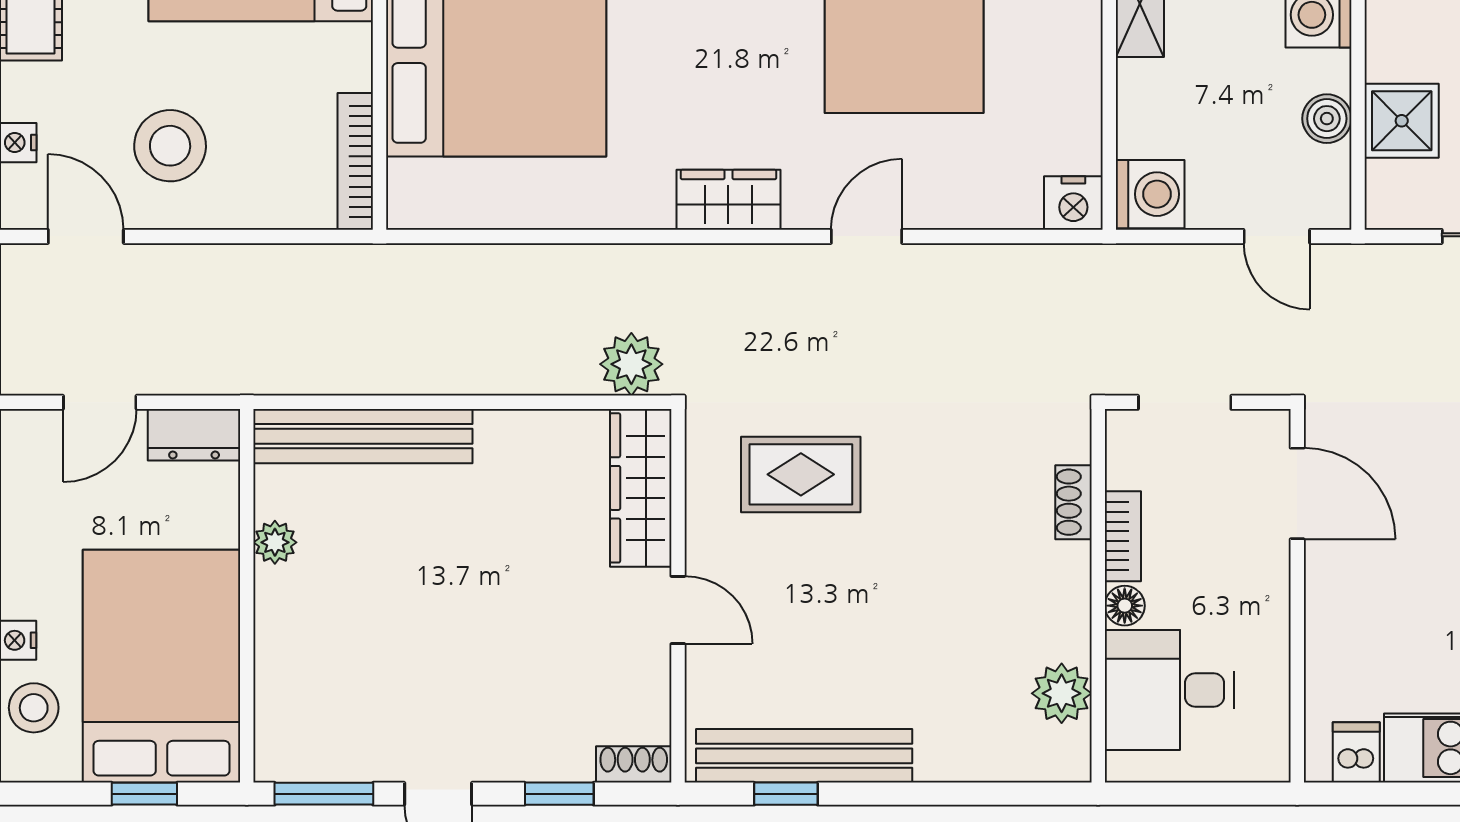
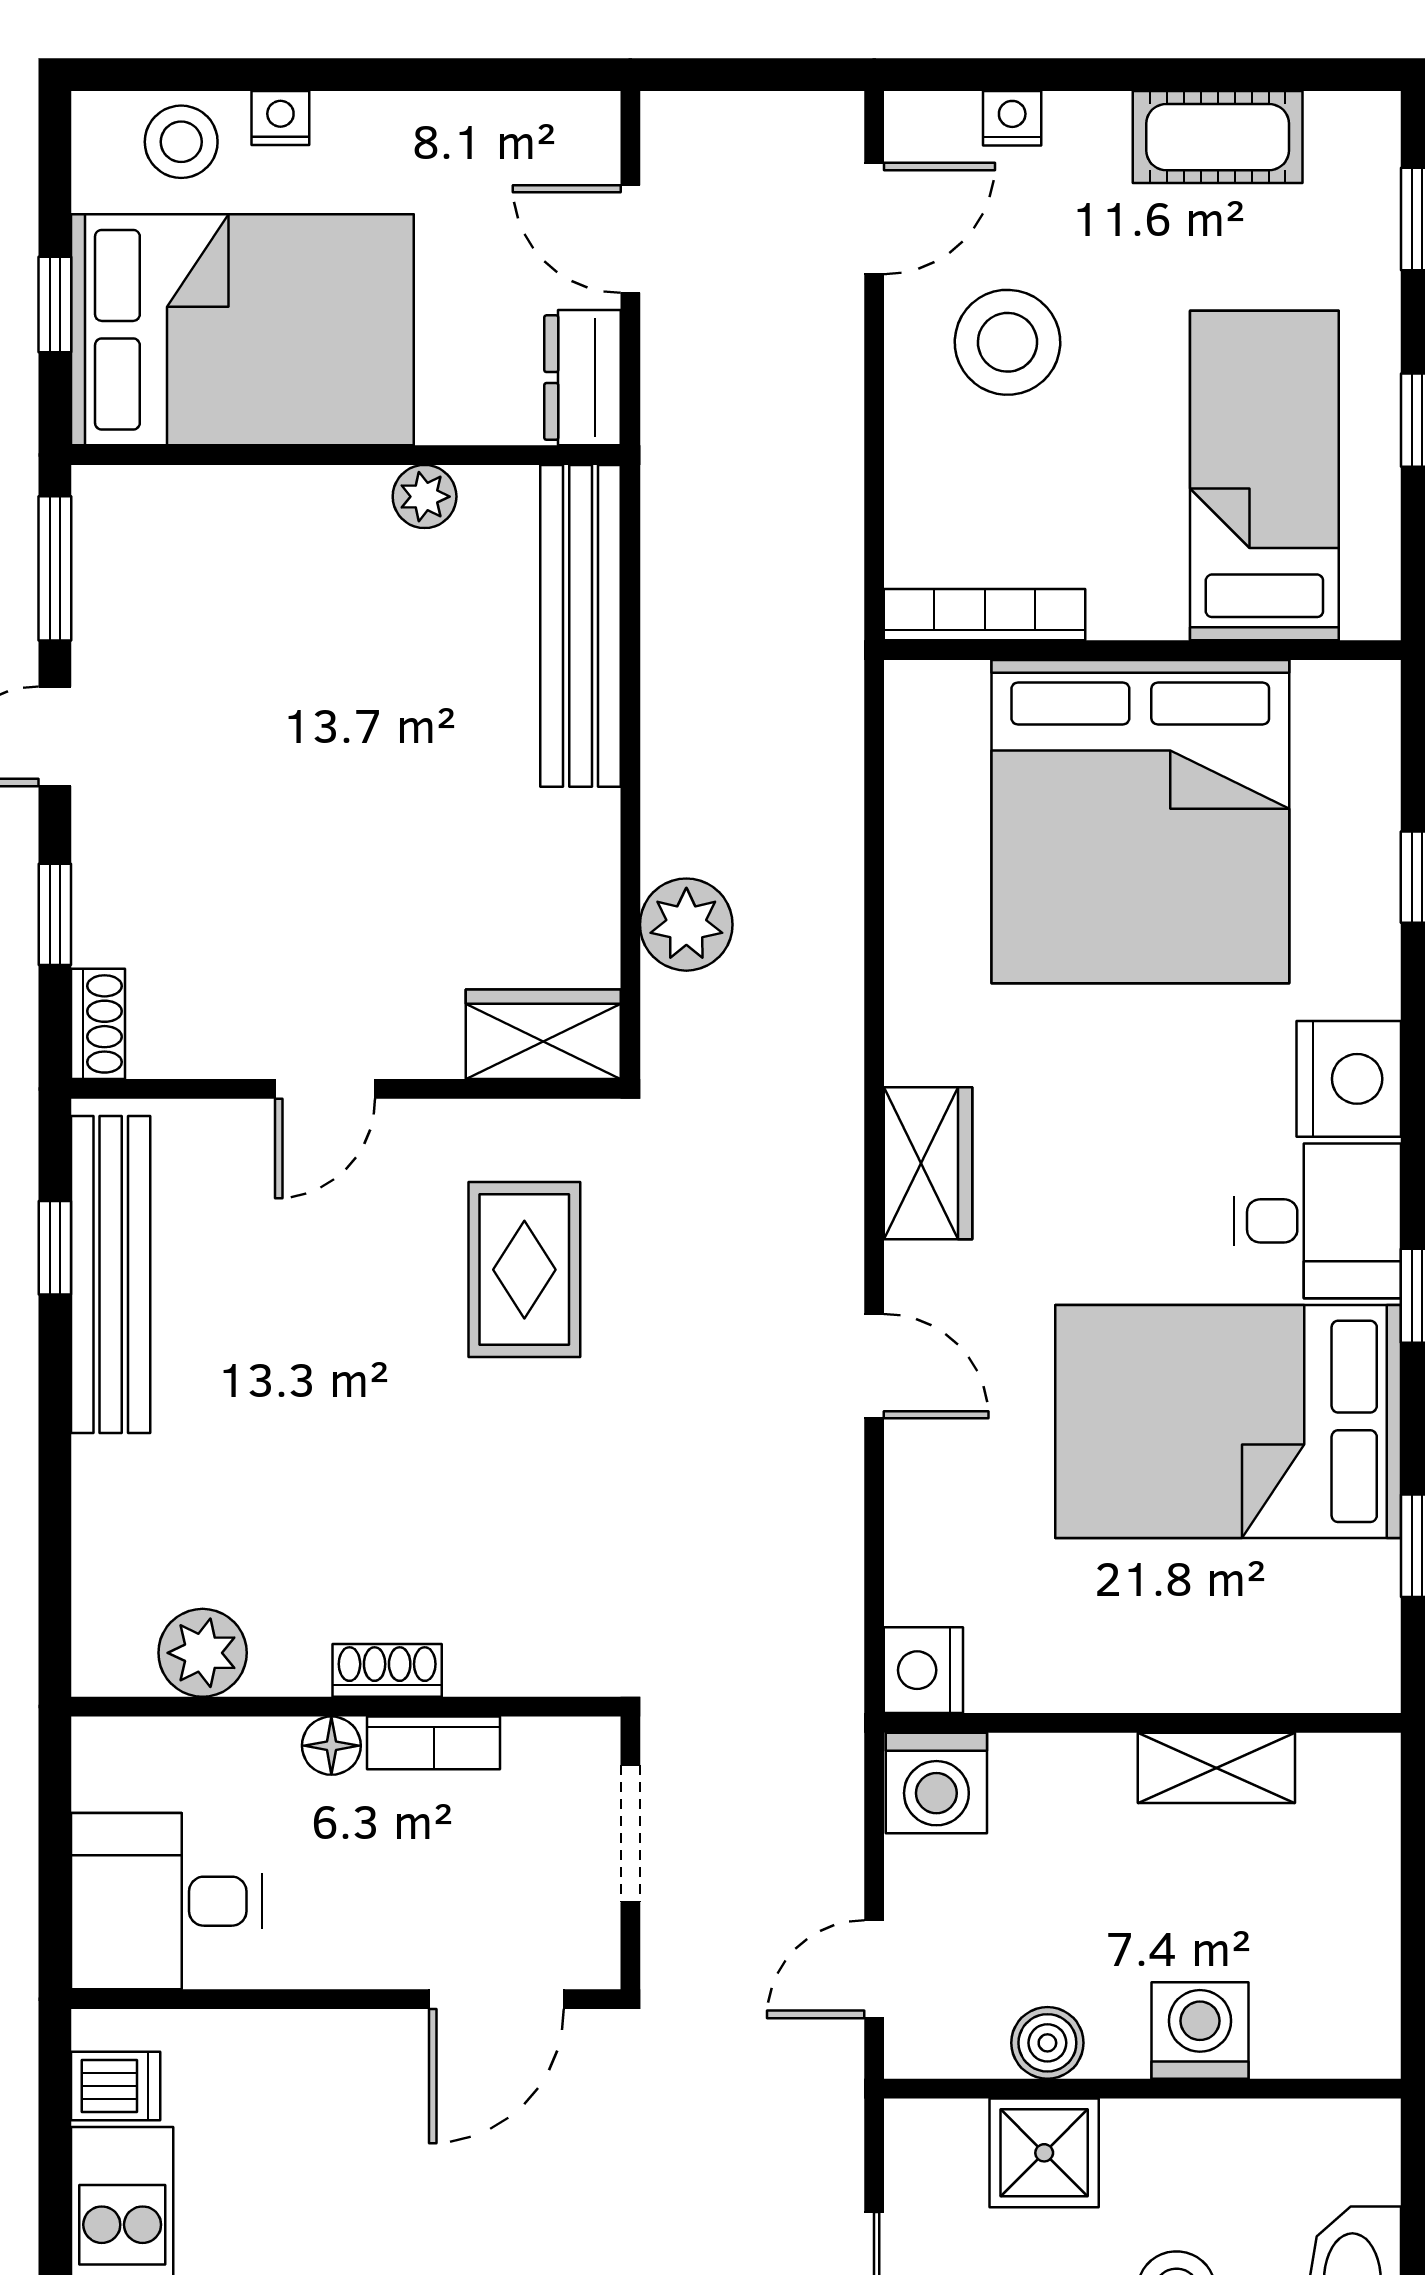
plant: (631, 364) -> (686, 925), moved
wardrobe: (641, 488) -> (543, 1034), width x0.67
shoe rack: (1073, 502) -> (387, 1670), moved
desk: (1170, 690) -> (166, 1901), moved, turned -90

